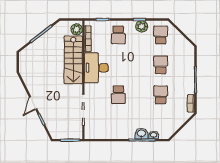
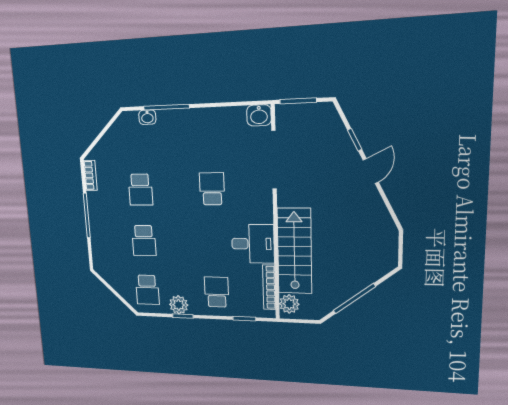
desk: (96, 68) -> (253, 244), width x0.73
washbasin: (141, 134) -> (259, 115), moved

